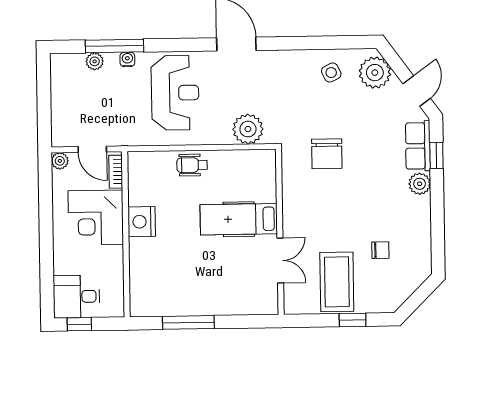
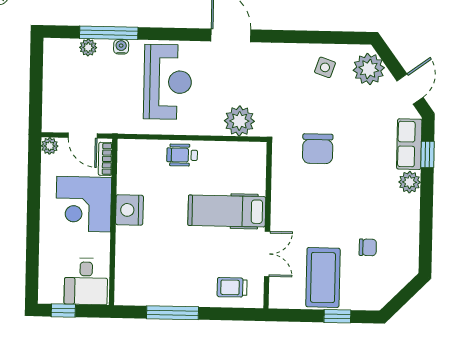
side table: (331, 73) -> (325, 67), turned 45
trolley: (247, 295) -> (232, 287), added
desk: (76, 297) -> (86, 281), moved, turned -90

